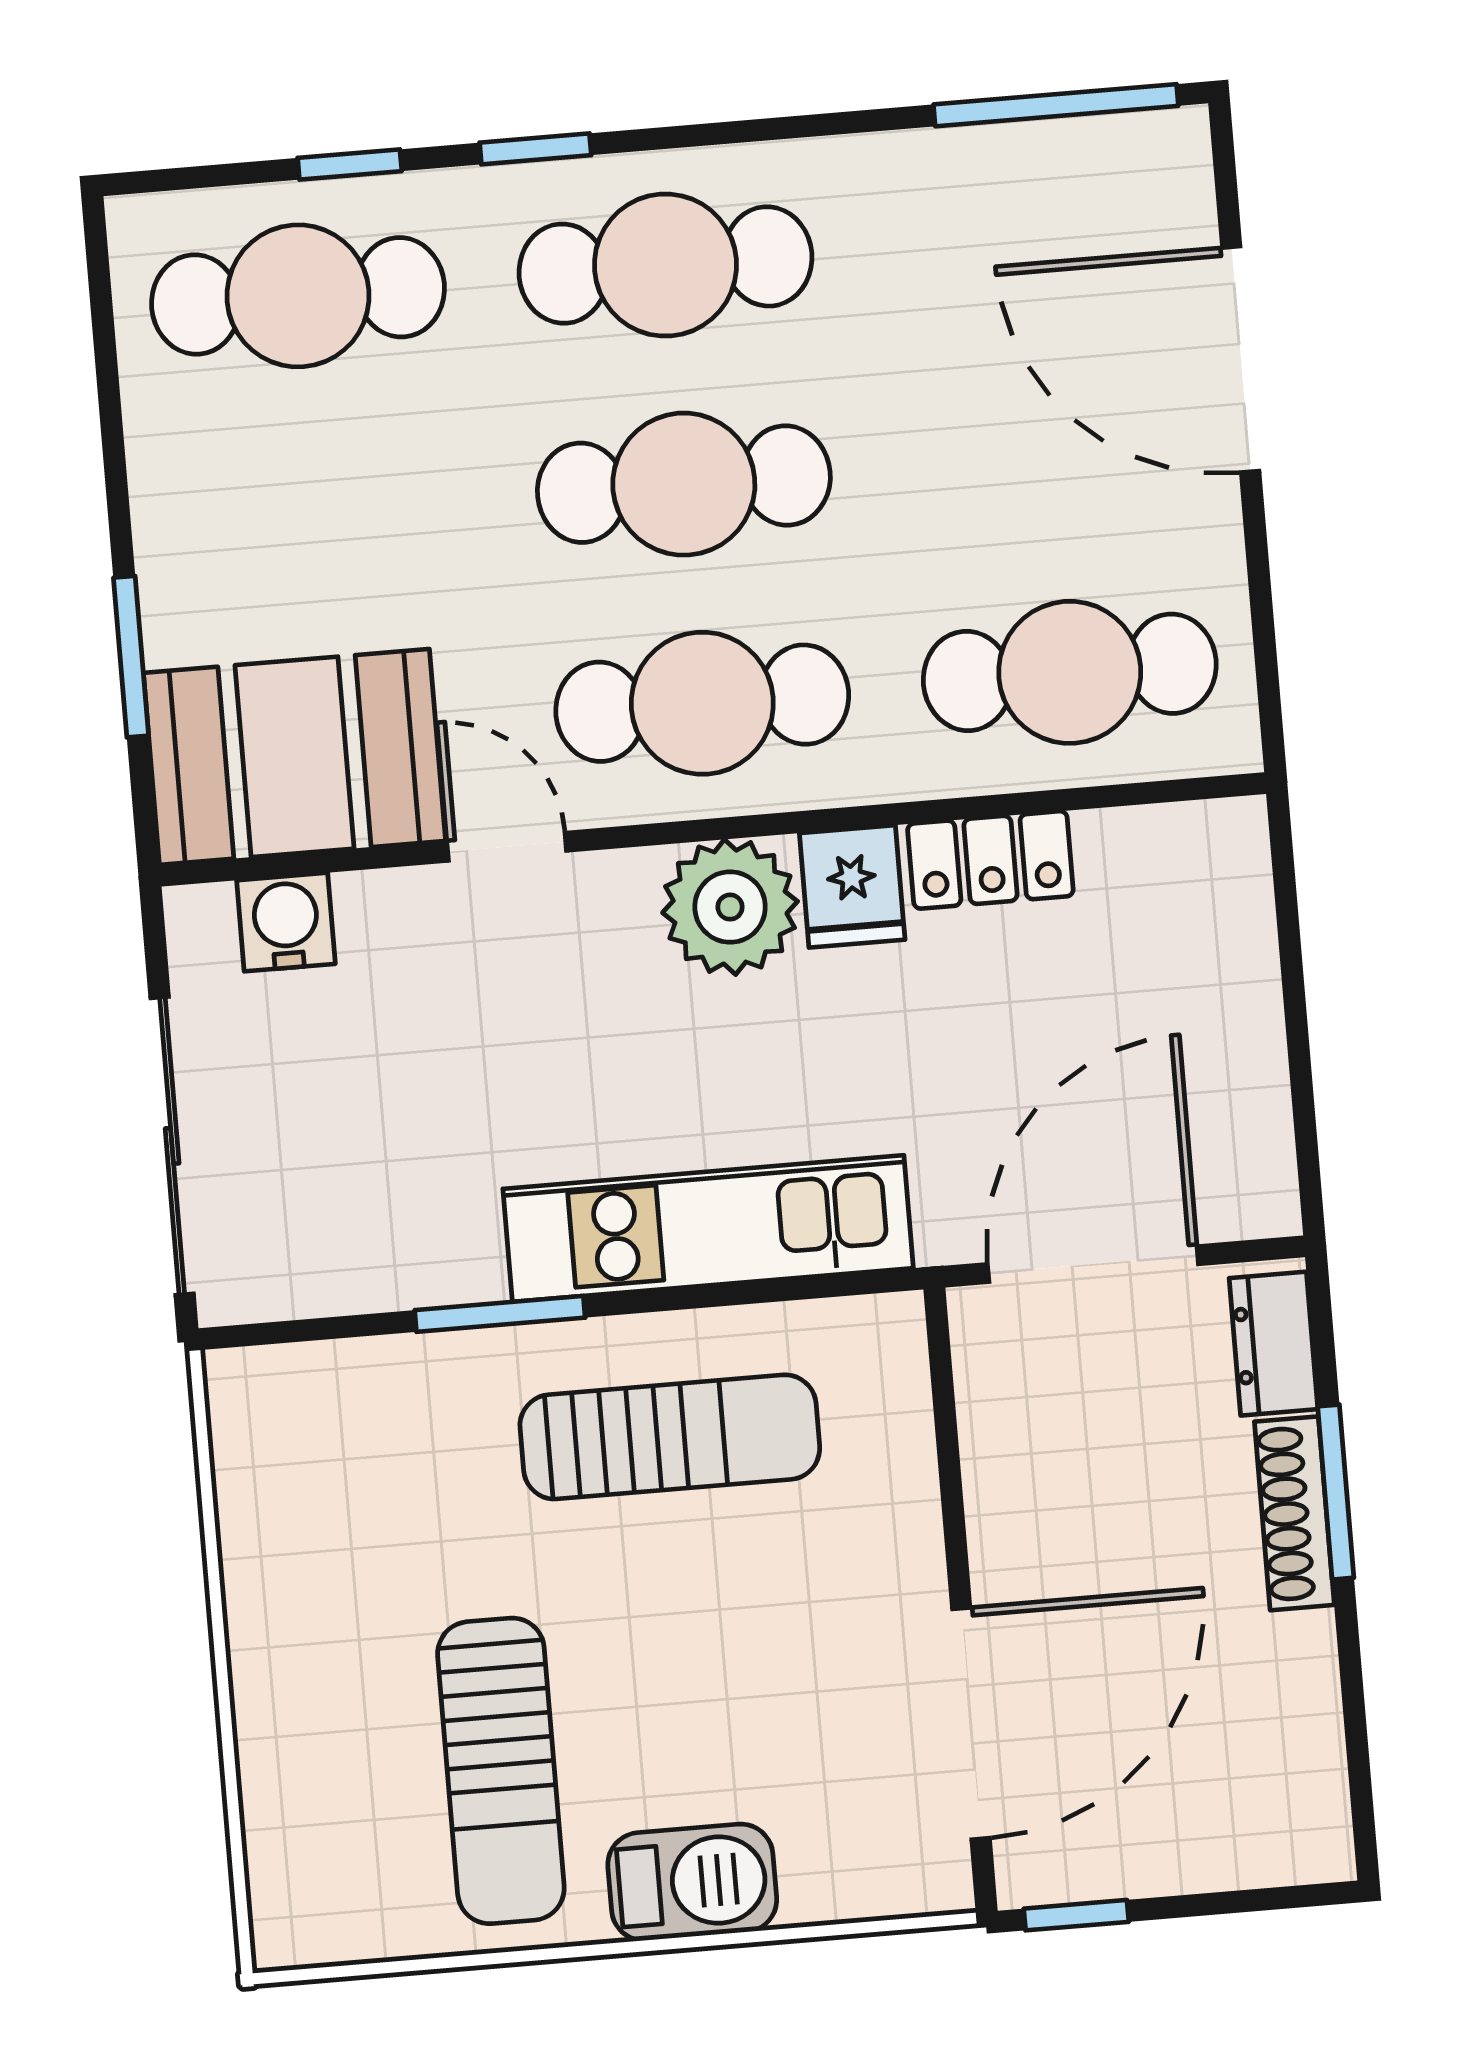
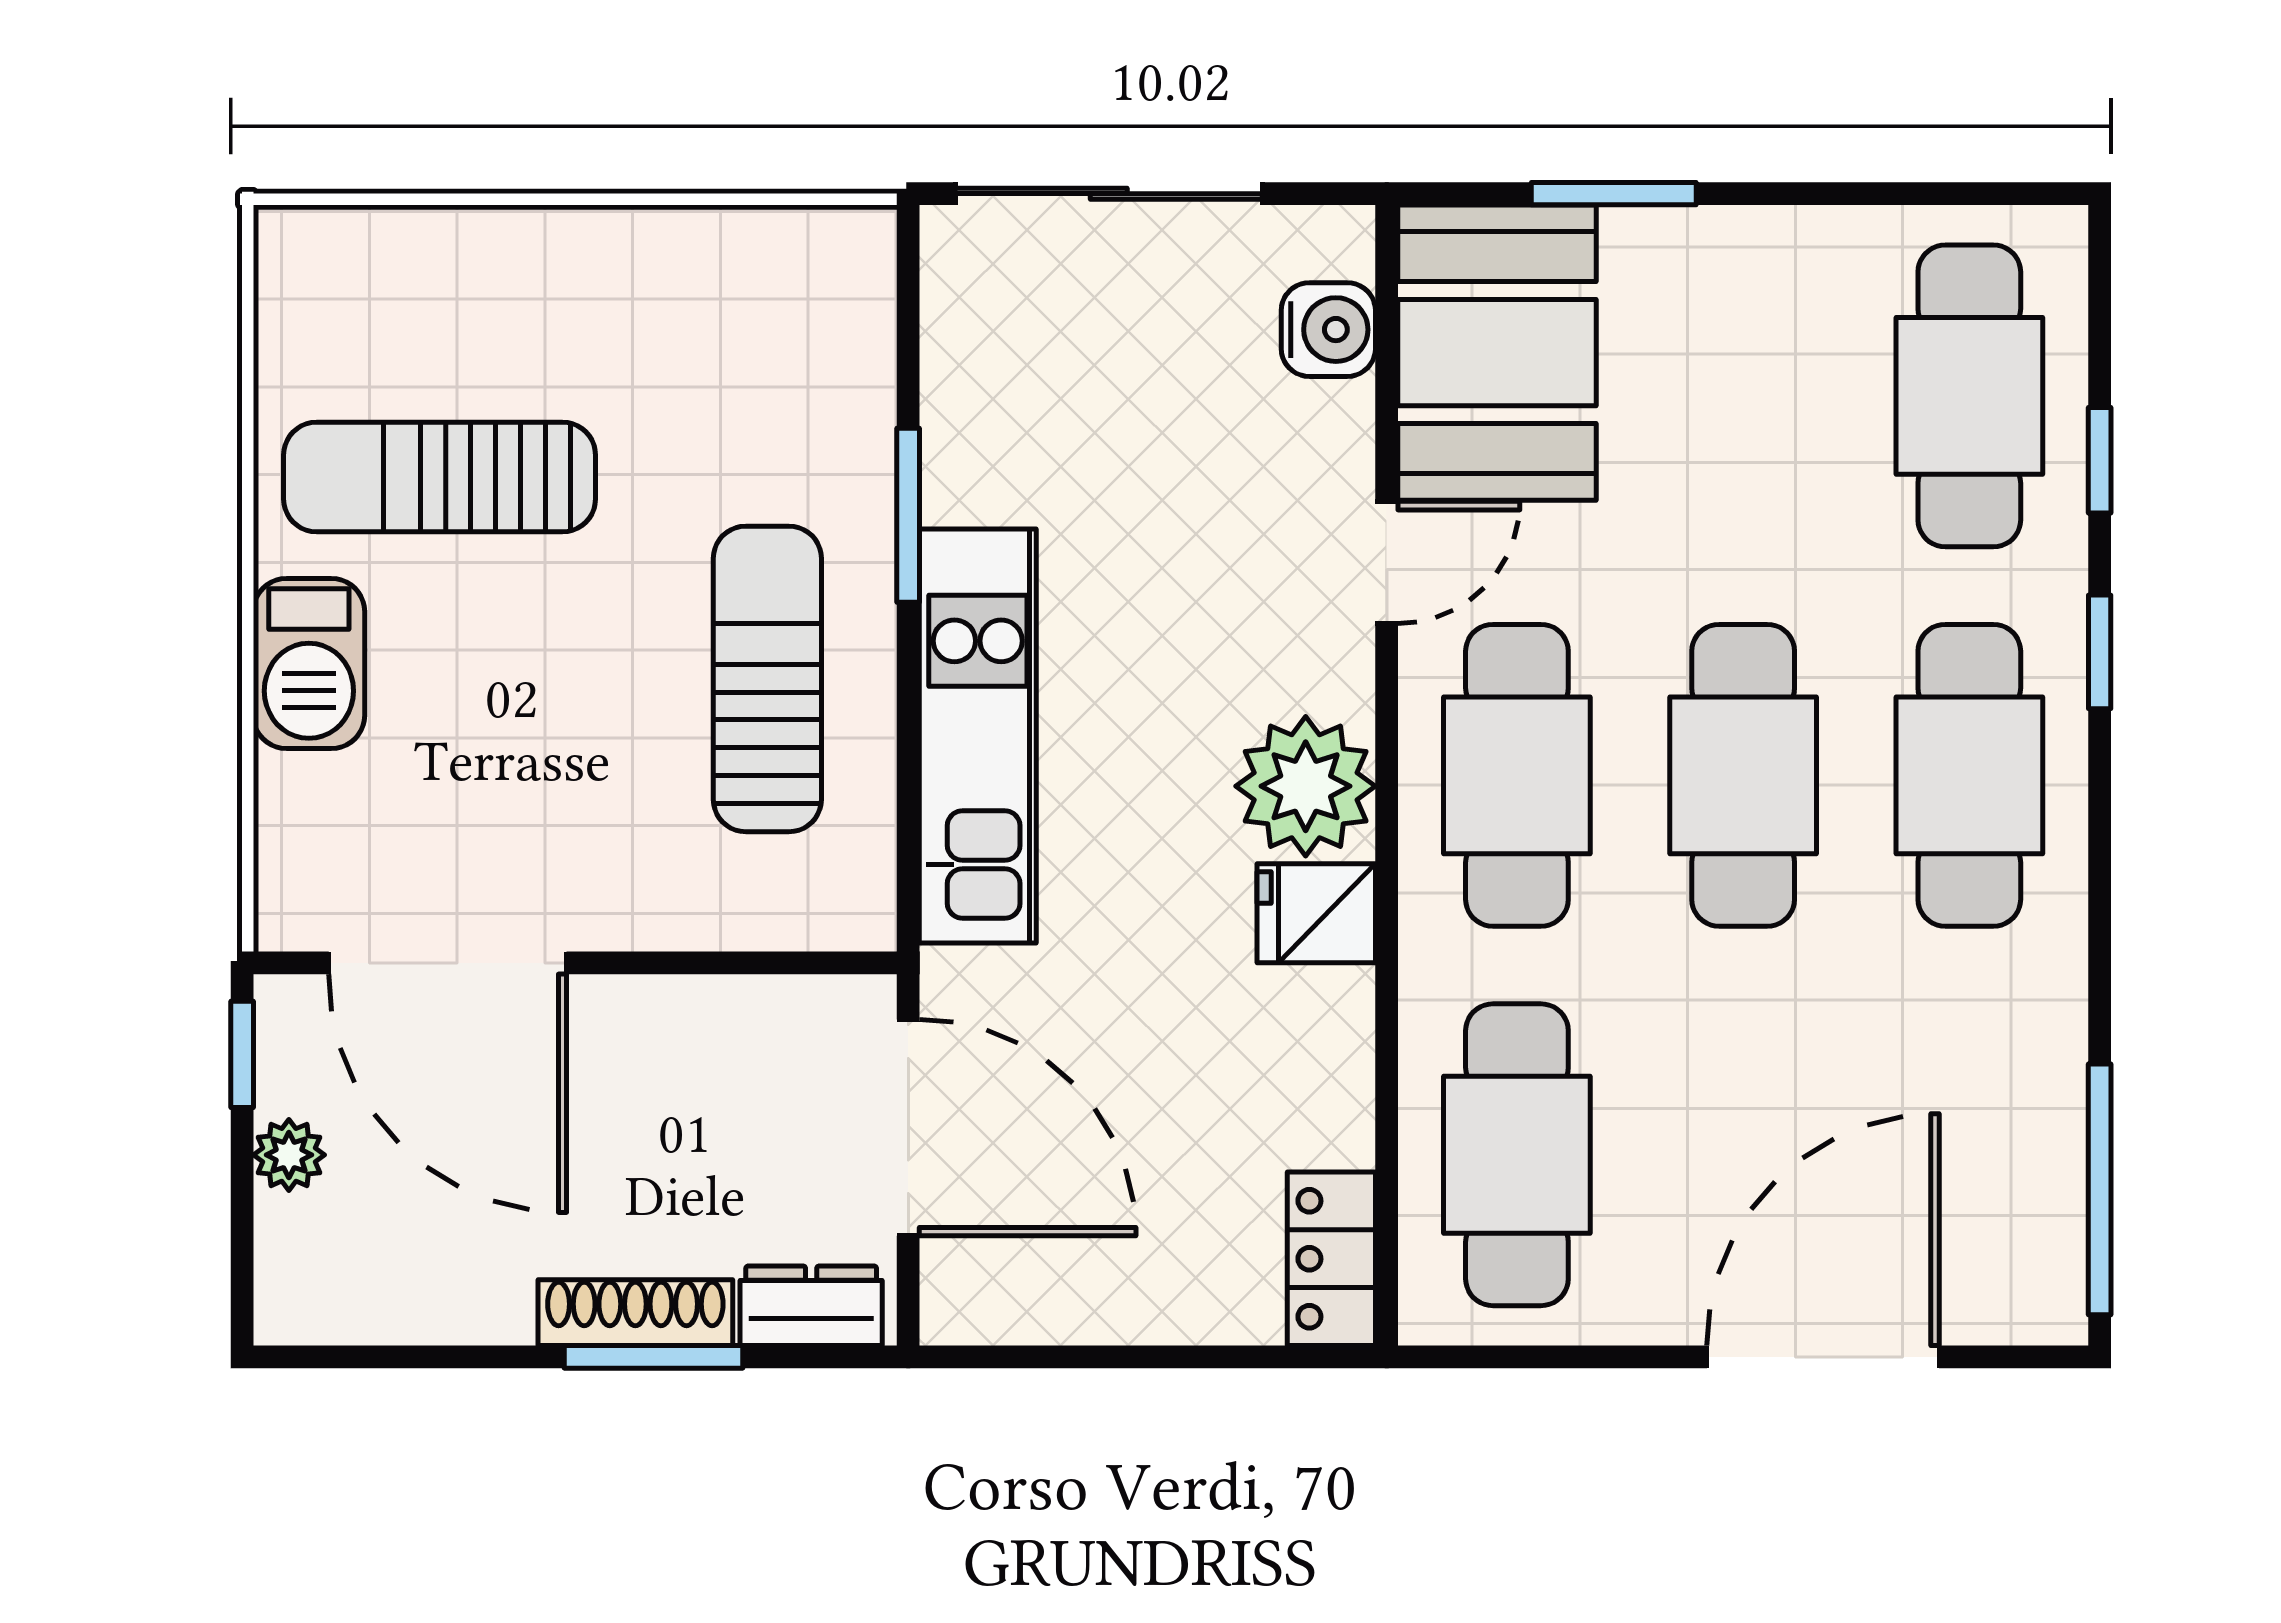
locker: (990, 860) -> (1331, 1259), moved
sun lounger: (670, 1437) -> (767, 679), turned 180
plant: (1170, 1862) -> (289, 1155), added

